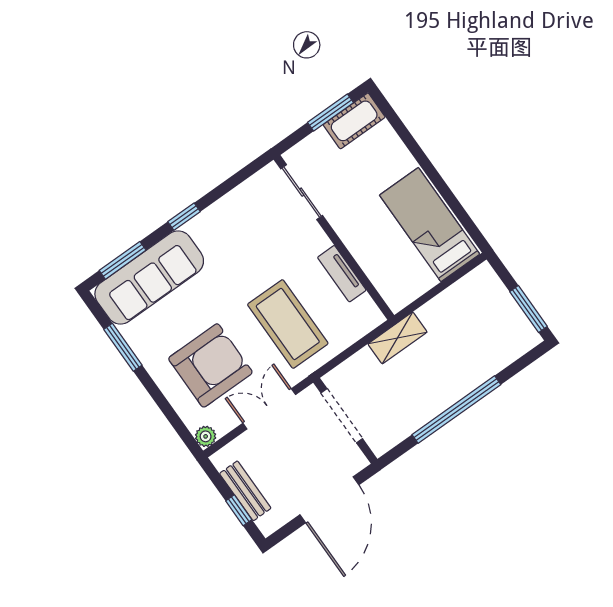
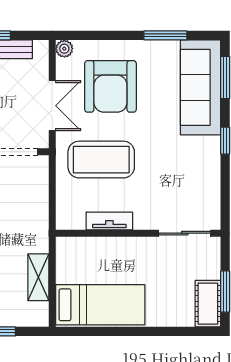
shelving: (397, 338) -> (38, 277), moved

